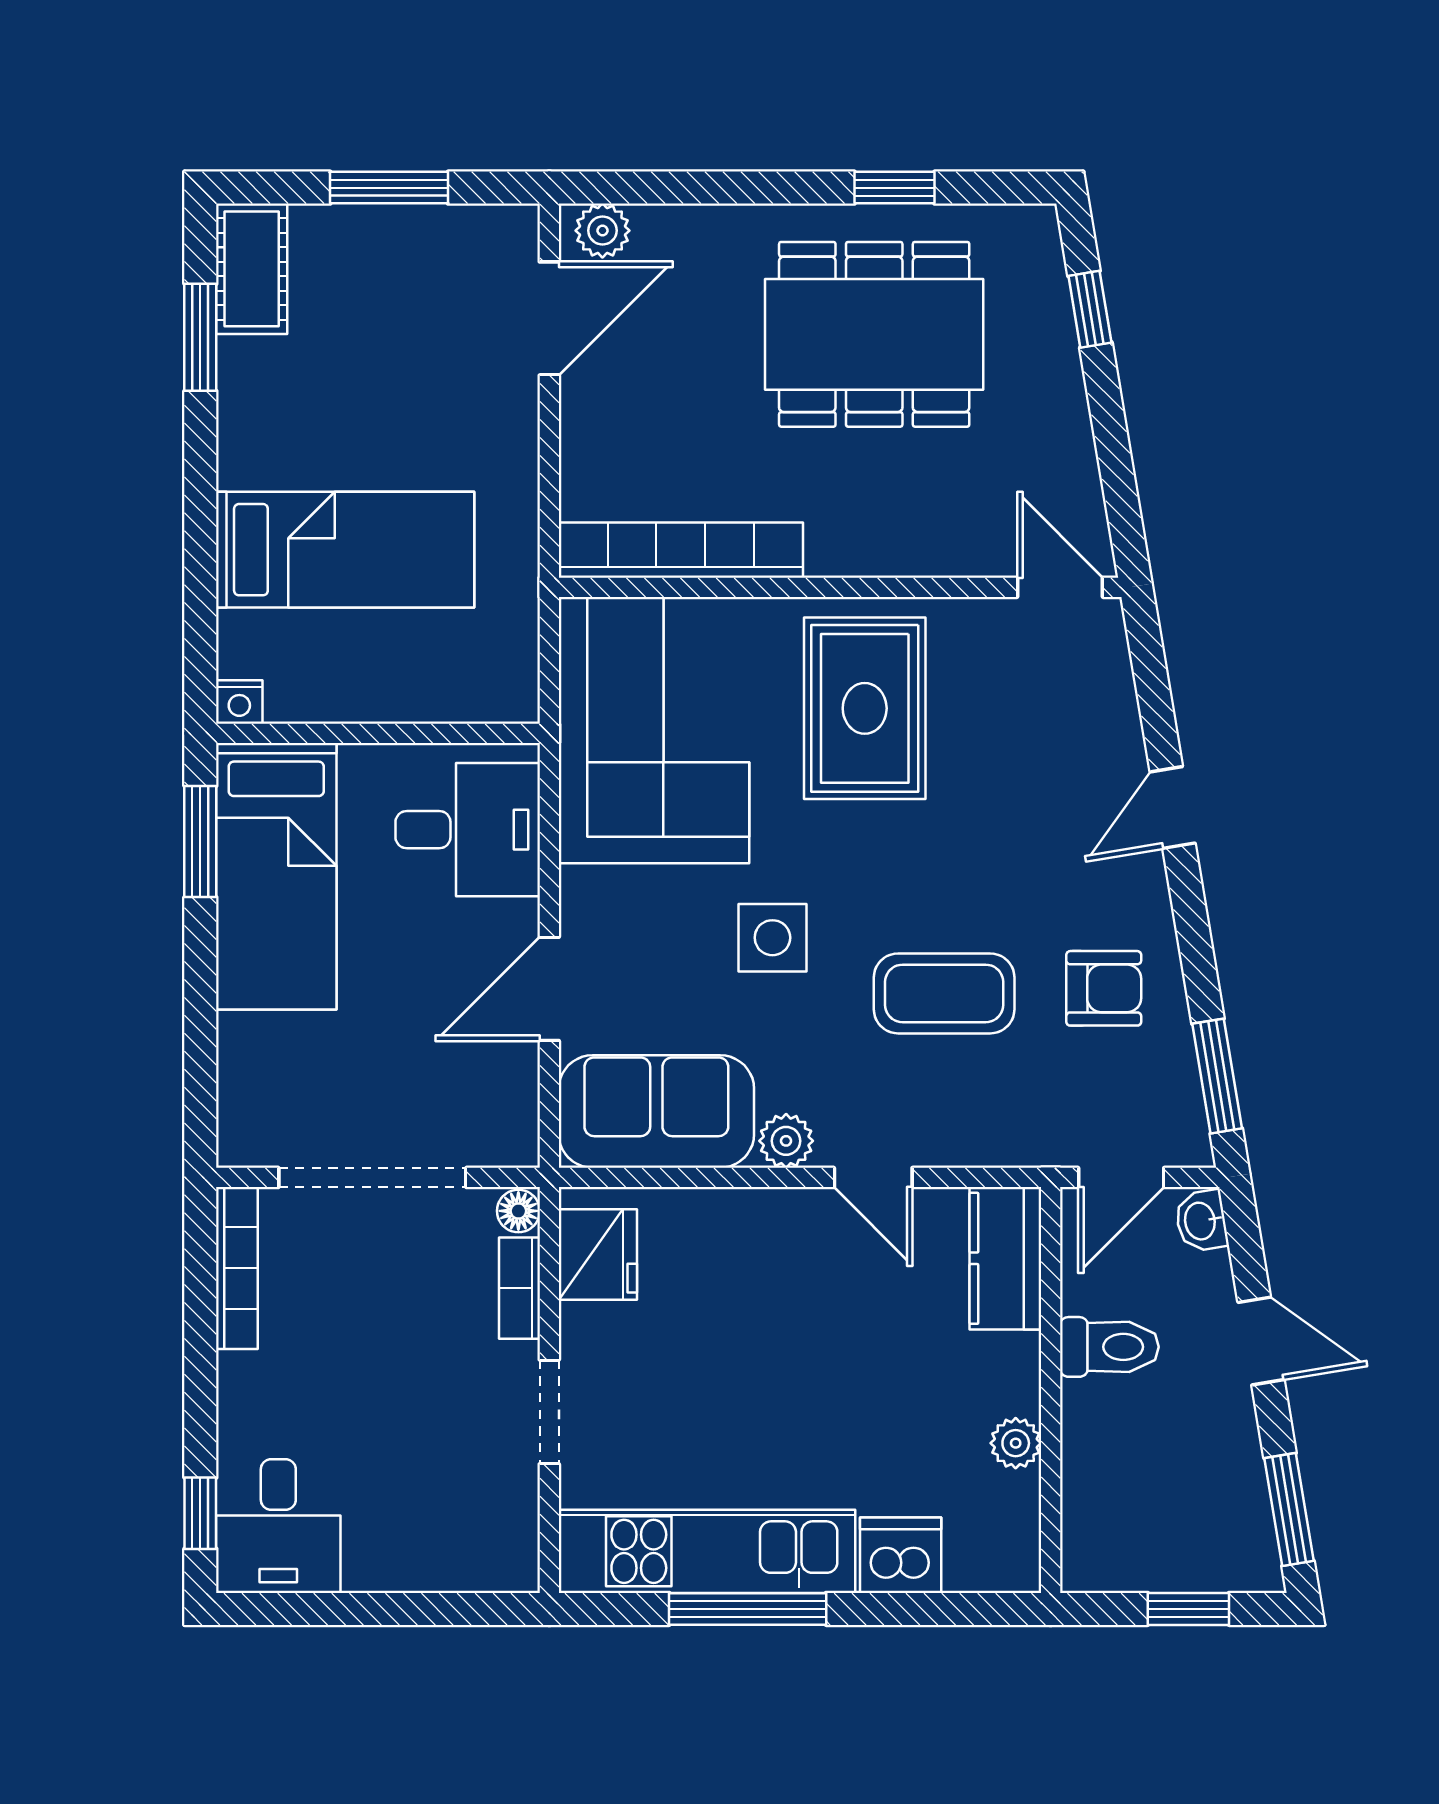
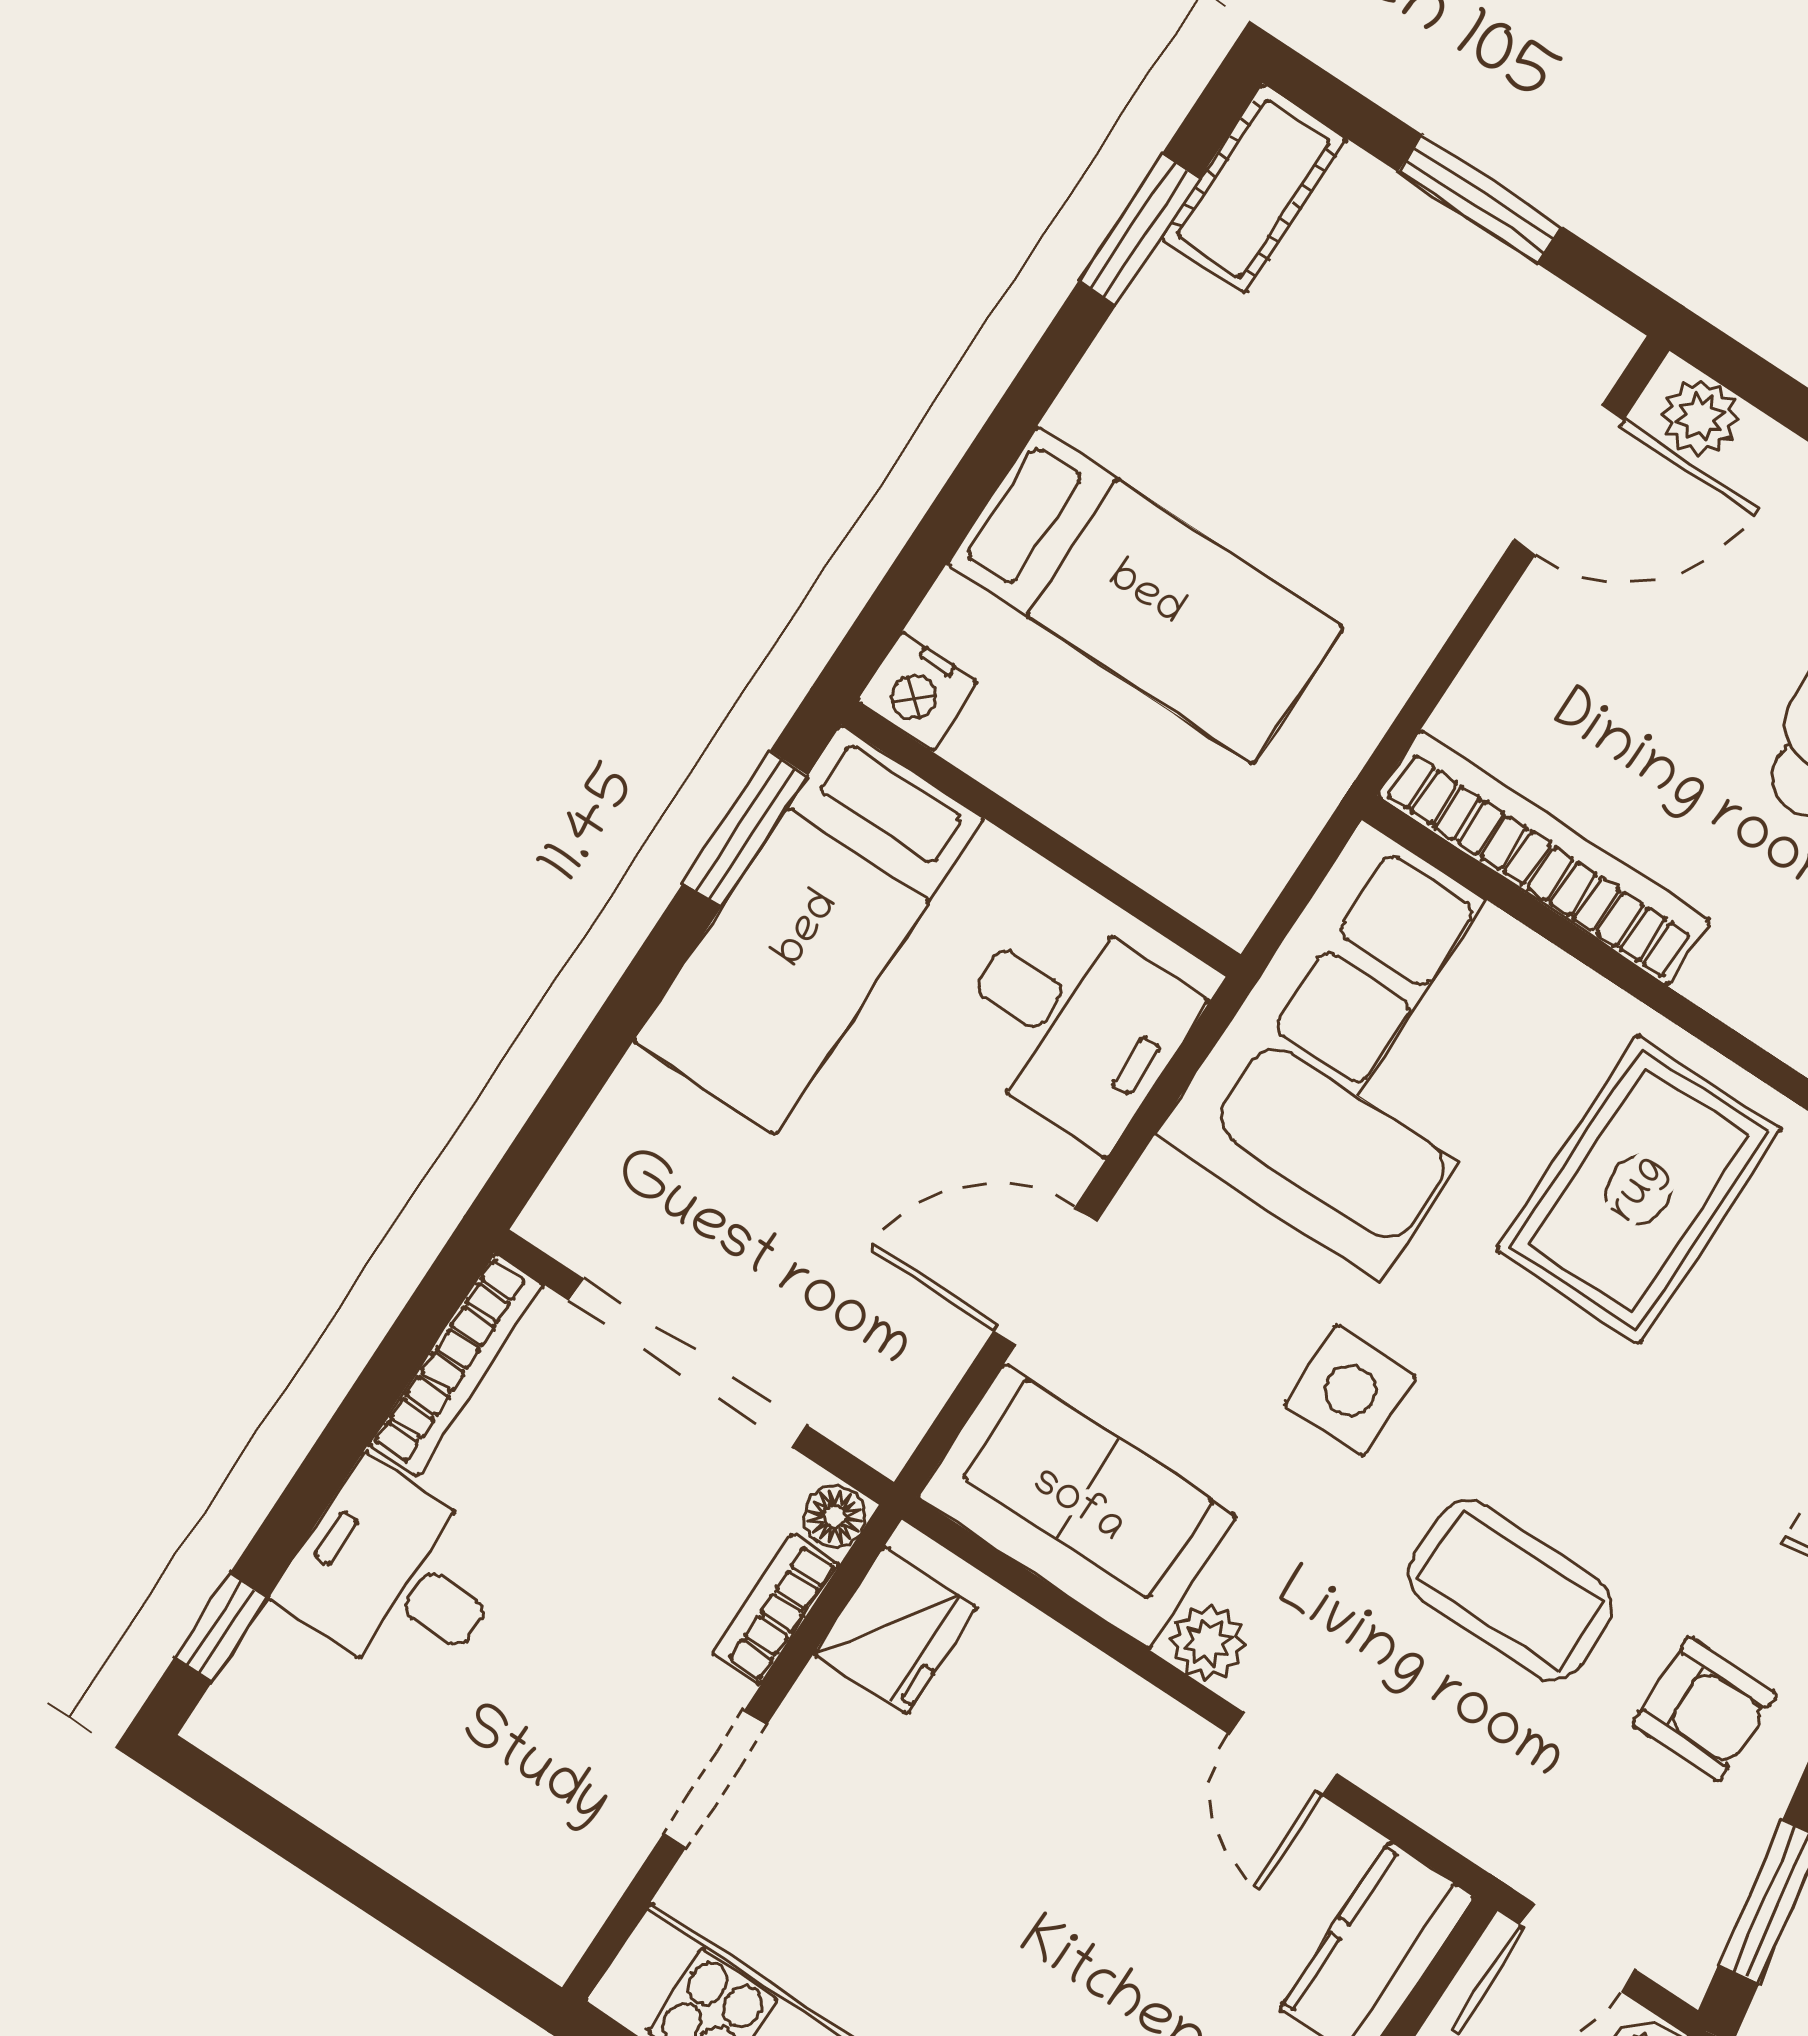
nightstand: (239, 702) -> (917, 692), width x1.39, depth x1.35
desk: (278, 1526) -> (395, 1577), moved, turned 90

